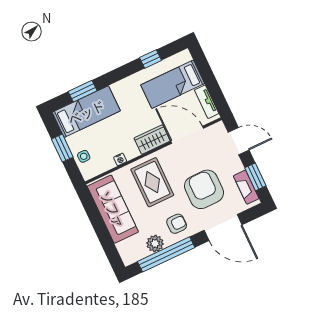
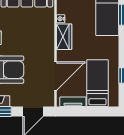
wardrobe: (152, 140) -> (64, 37), moved
rug: (152, 182) -> (33, 34), removed

